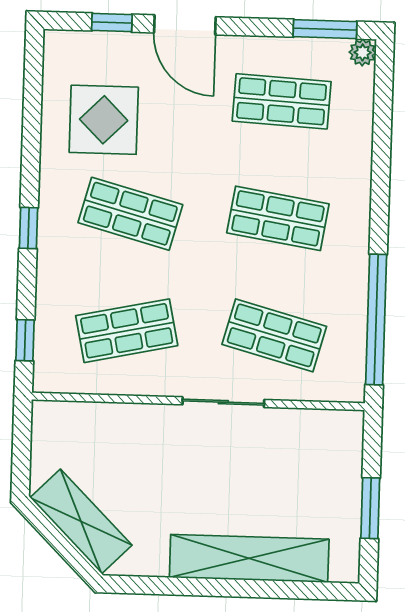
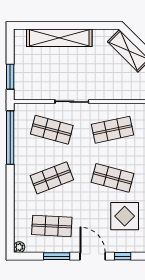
window: (325, 29) -> (57, 256), moved
shop shelf: (278, 218) -> (52, 178), turned -30
window: (370, 508) -> (10, 77), moved

